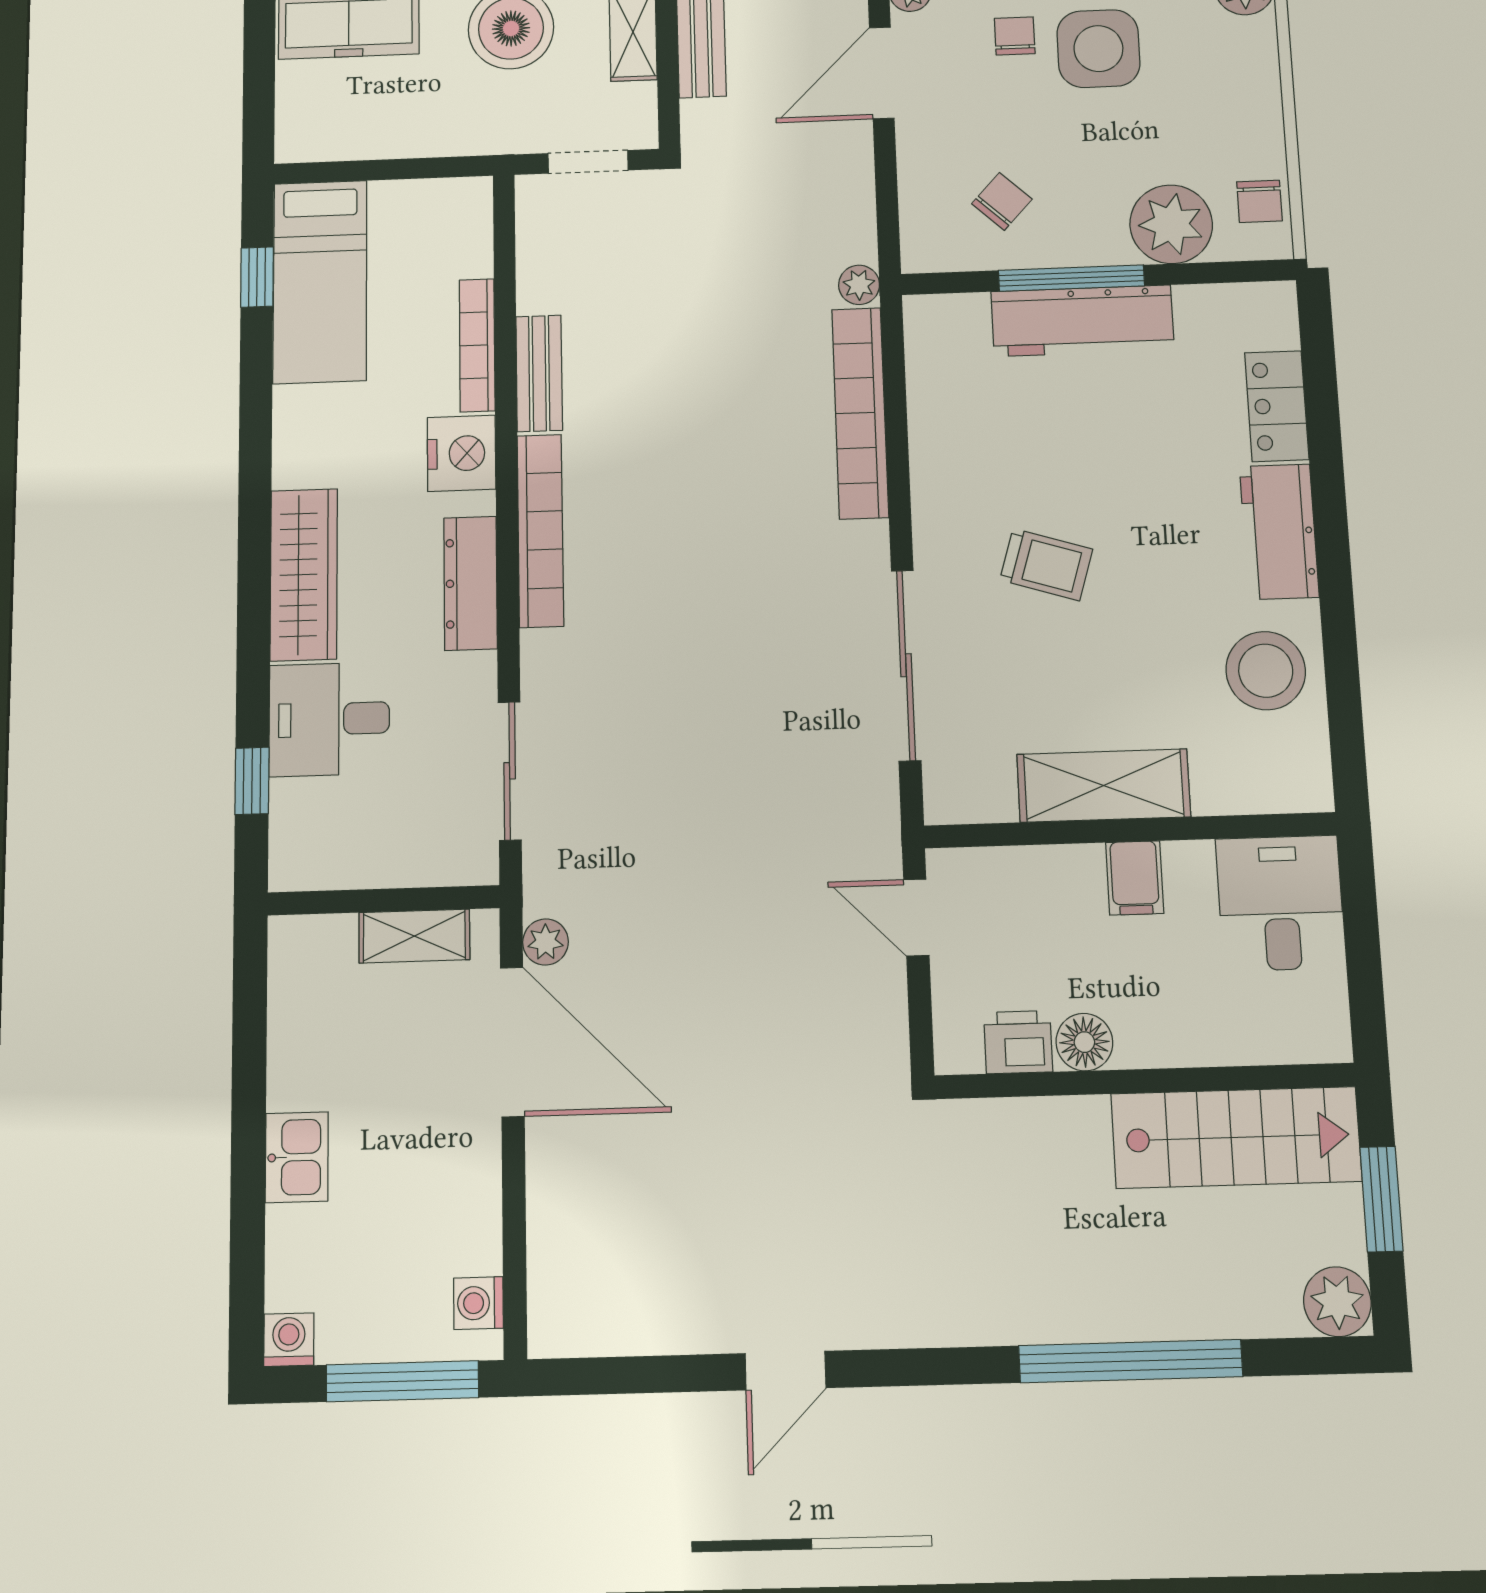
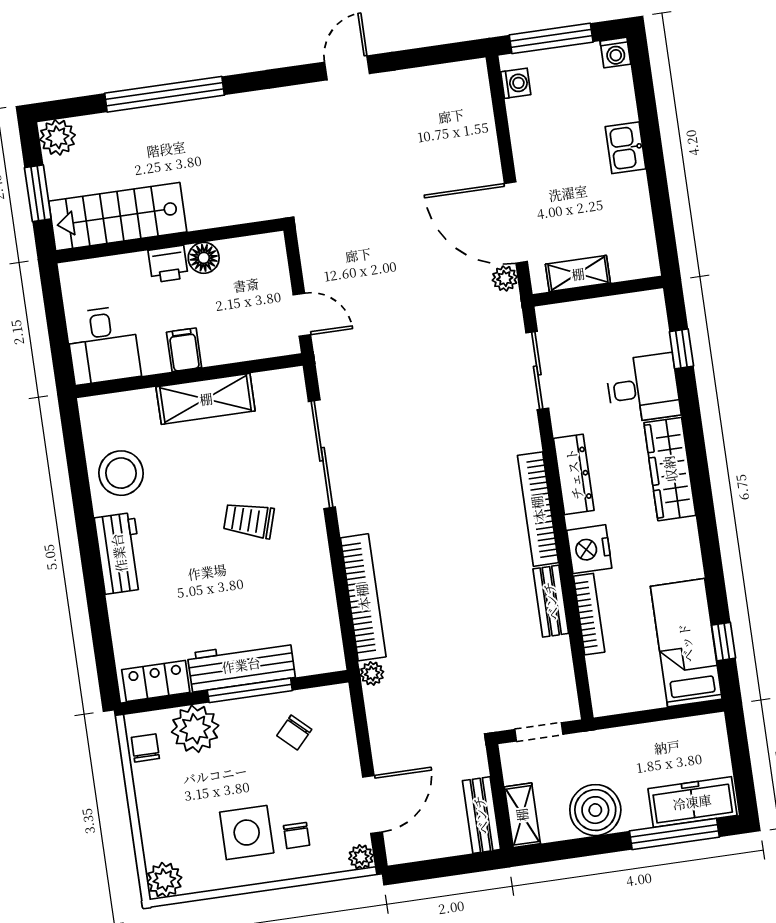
locker: (1277, 406) -> (156, 681), moved, turned -90
printer: (1018, 1042) -> (168, 264), moved

